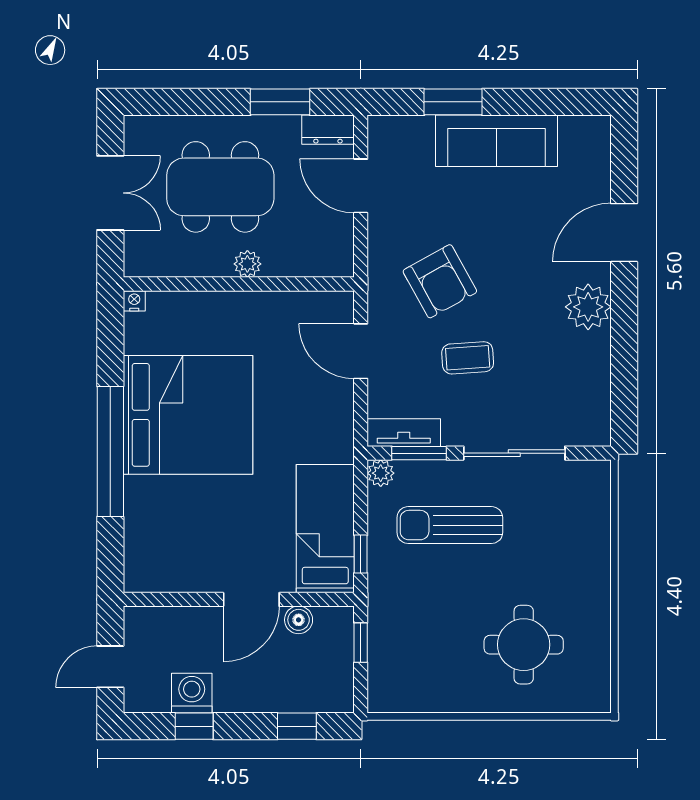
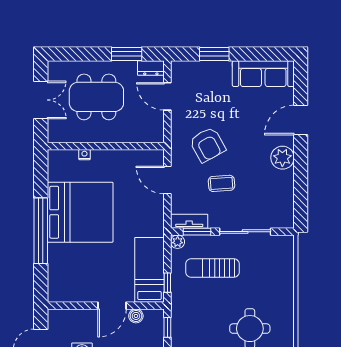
sofa: (497, 141) -> (263, 74), moved
plant: (247, 264) -> (110, 136), removed
nightstand: (134, 301) -> (84, 155), moved

